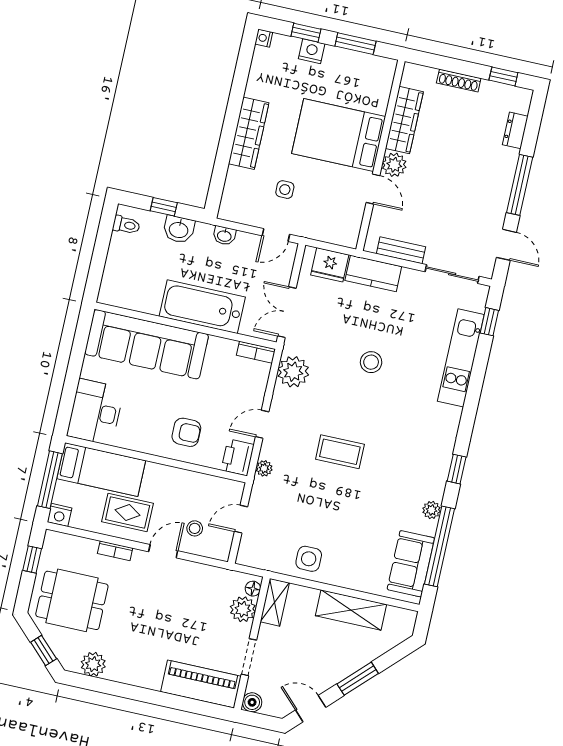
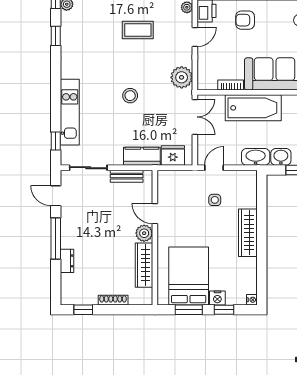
dresser: (515, 130) -> (67, 261), moved
bed: (339, 135) -> (189, 276), moved, turned -90
washbasin: (224, 236) -> (256, 157), width x1.91, depth x1.45
bookcase: (256, 352) -> (231, 85), moved

